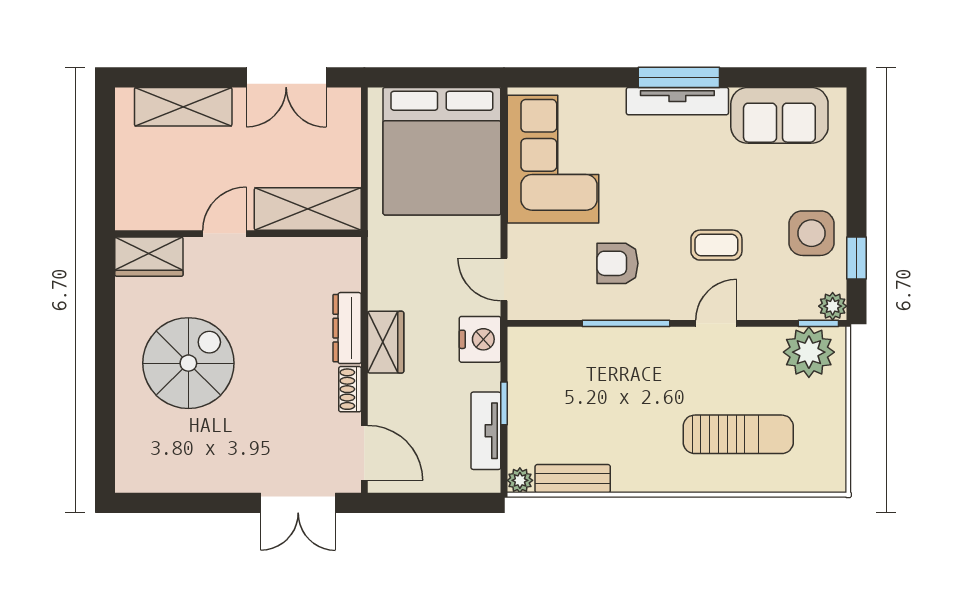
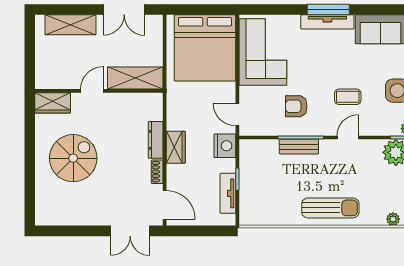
sun lounger: (738, 434) -> (330, 208), moved
bench: (573, 479) -> (299, 147), moved
plant: (520, 480) -> (393, 219), moved

